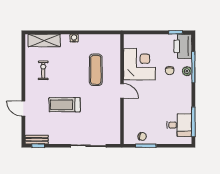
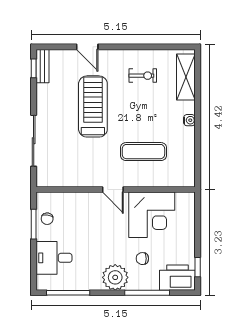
plant: (187, 71) -> (115, 277), moved, width x1.87, depth x1.87
door: (122, 91) -> (113, 190), hinge flipped
treadmill: (65, 105) -> (93, 106), width x1.37, depth x1.38
door: (23, 109) -> (87, 47), swing flipped
desk: (179, 125) -> (54, 258), moved, turned 90

